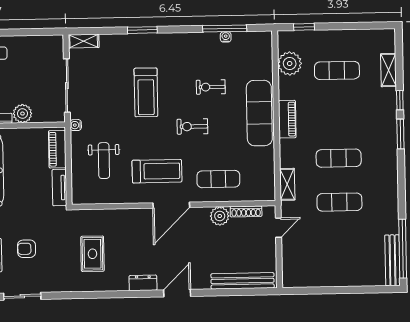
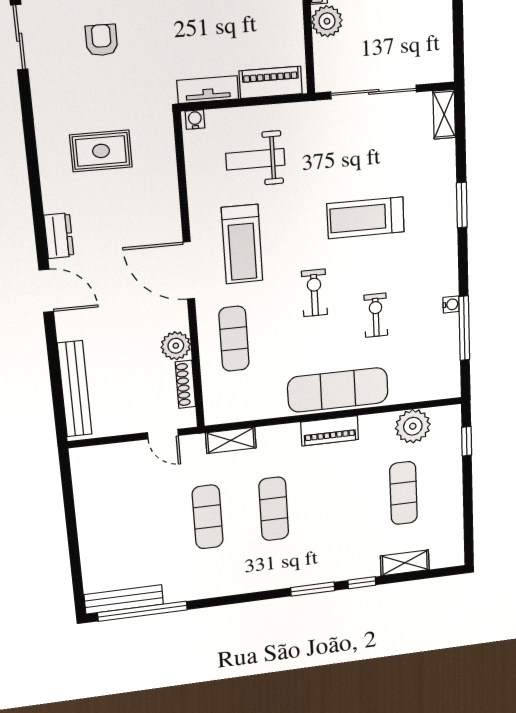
water cooler: (226, 37) -> (451, 304), moved
water cooler: (76, 125) -> (195, 120), moved

